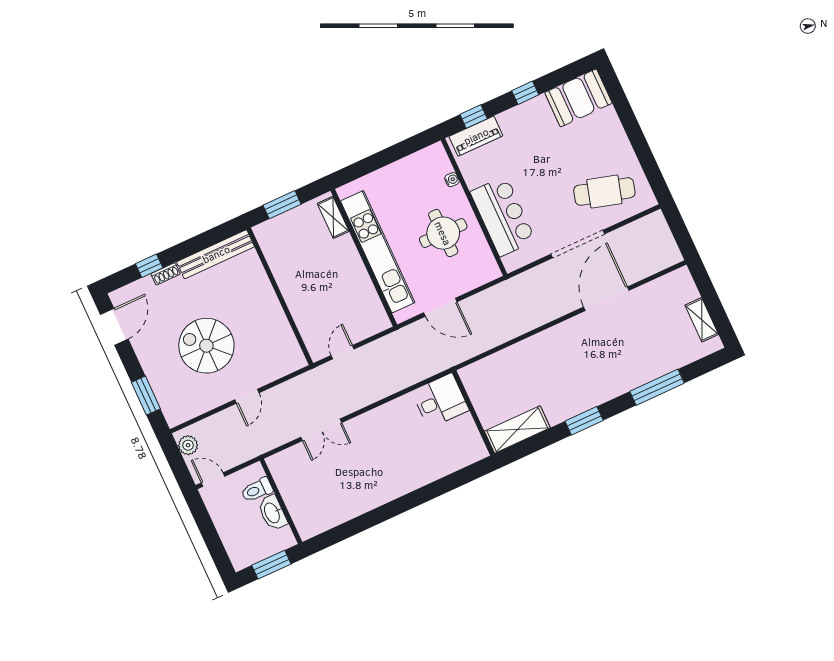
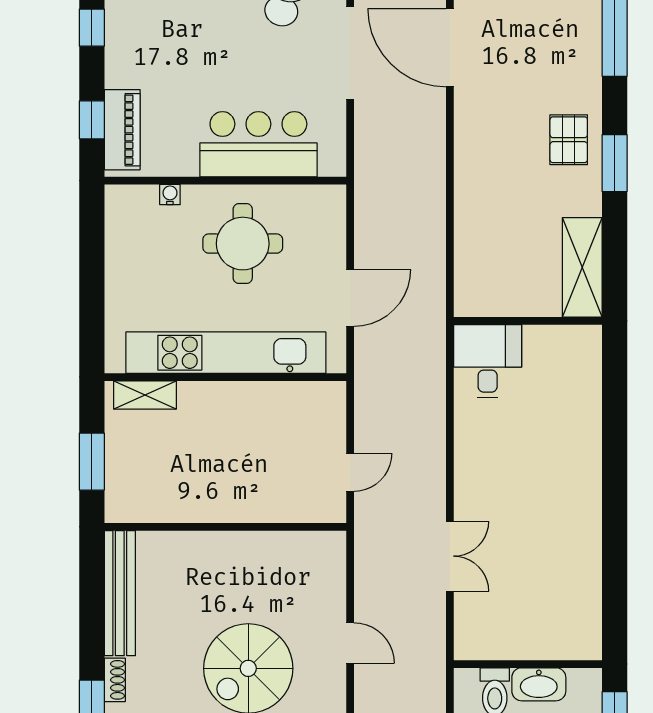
door: (343, 352) -> (350, 472), swing flipped
pallet: (585, 389) -> (569, 140), added

